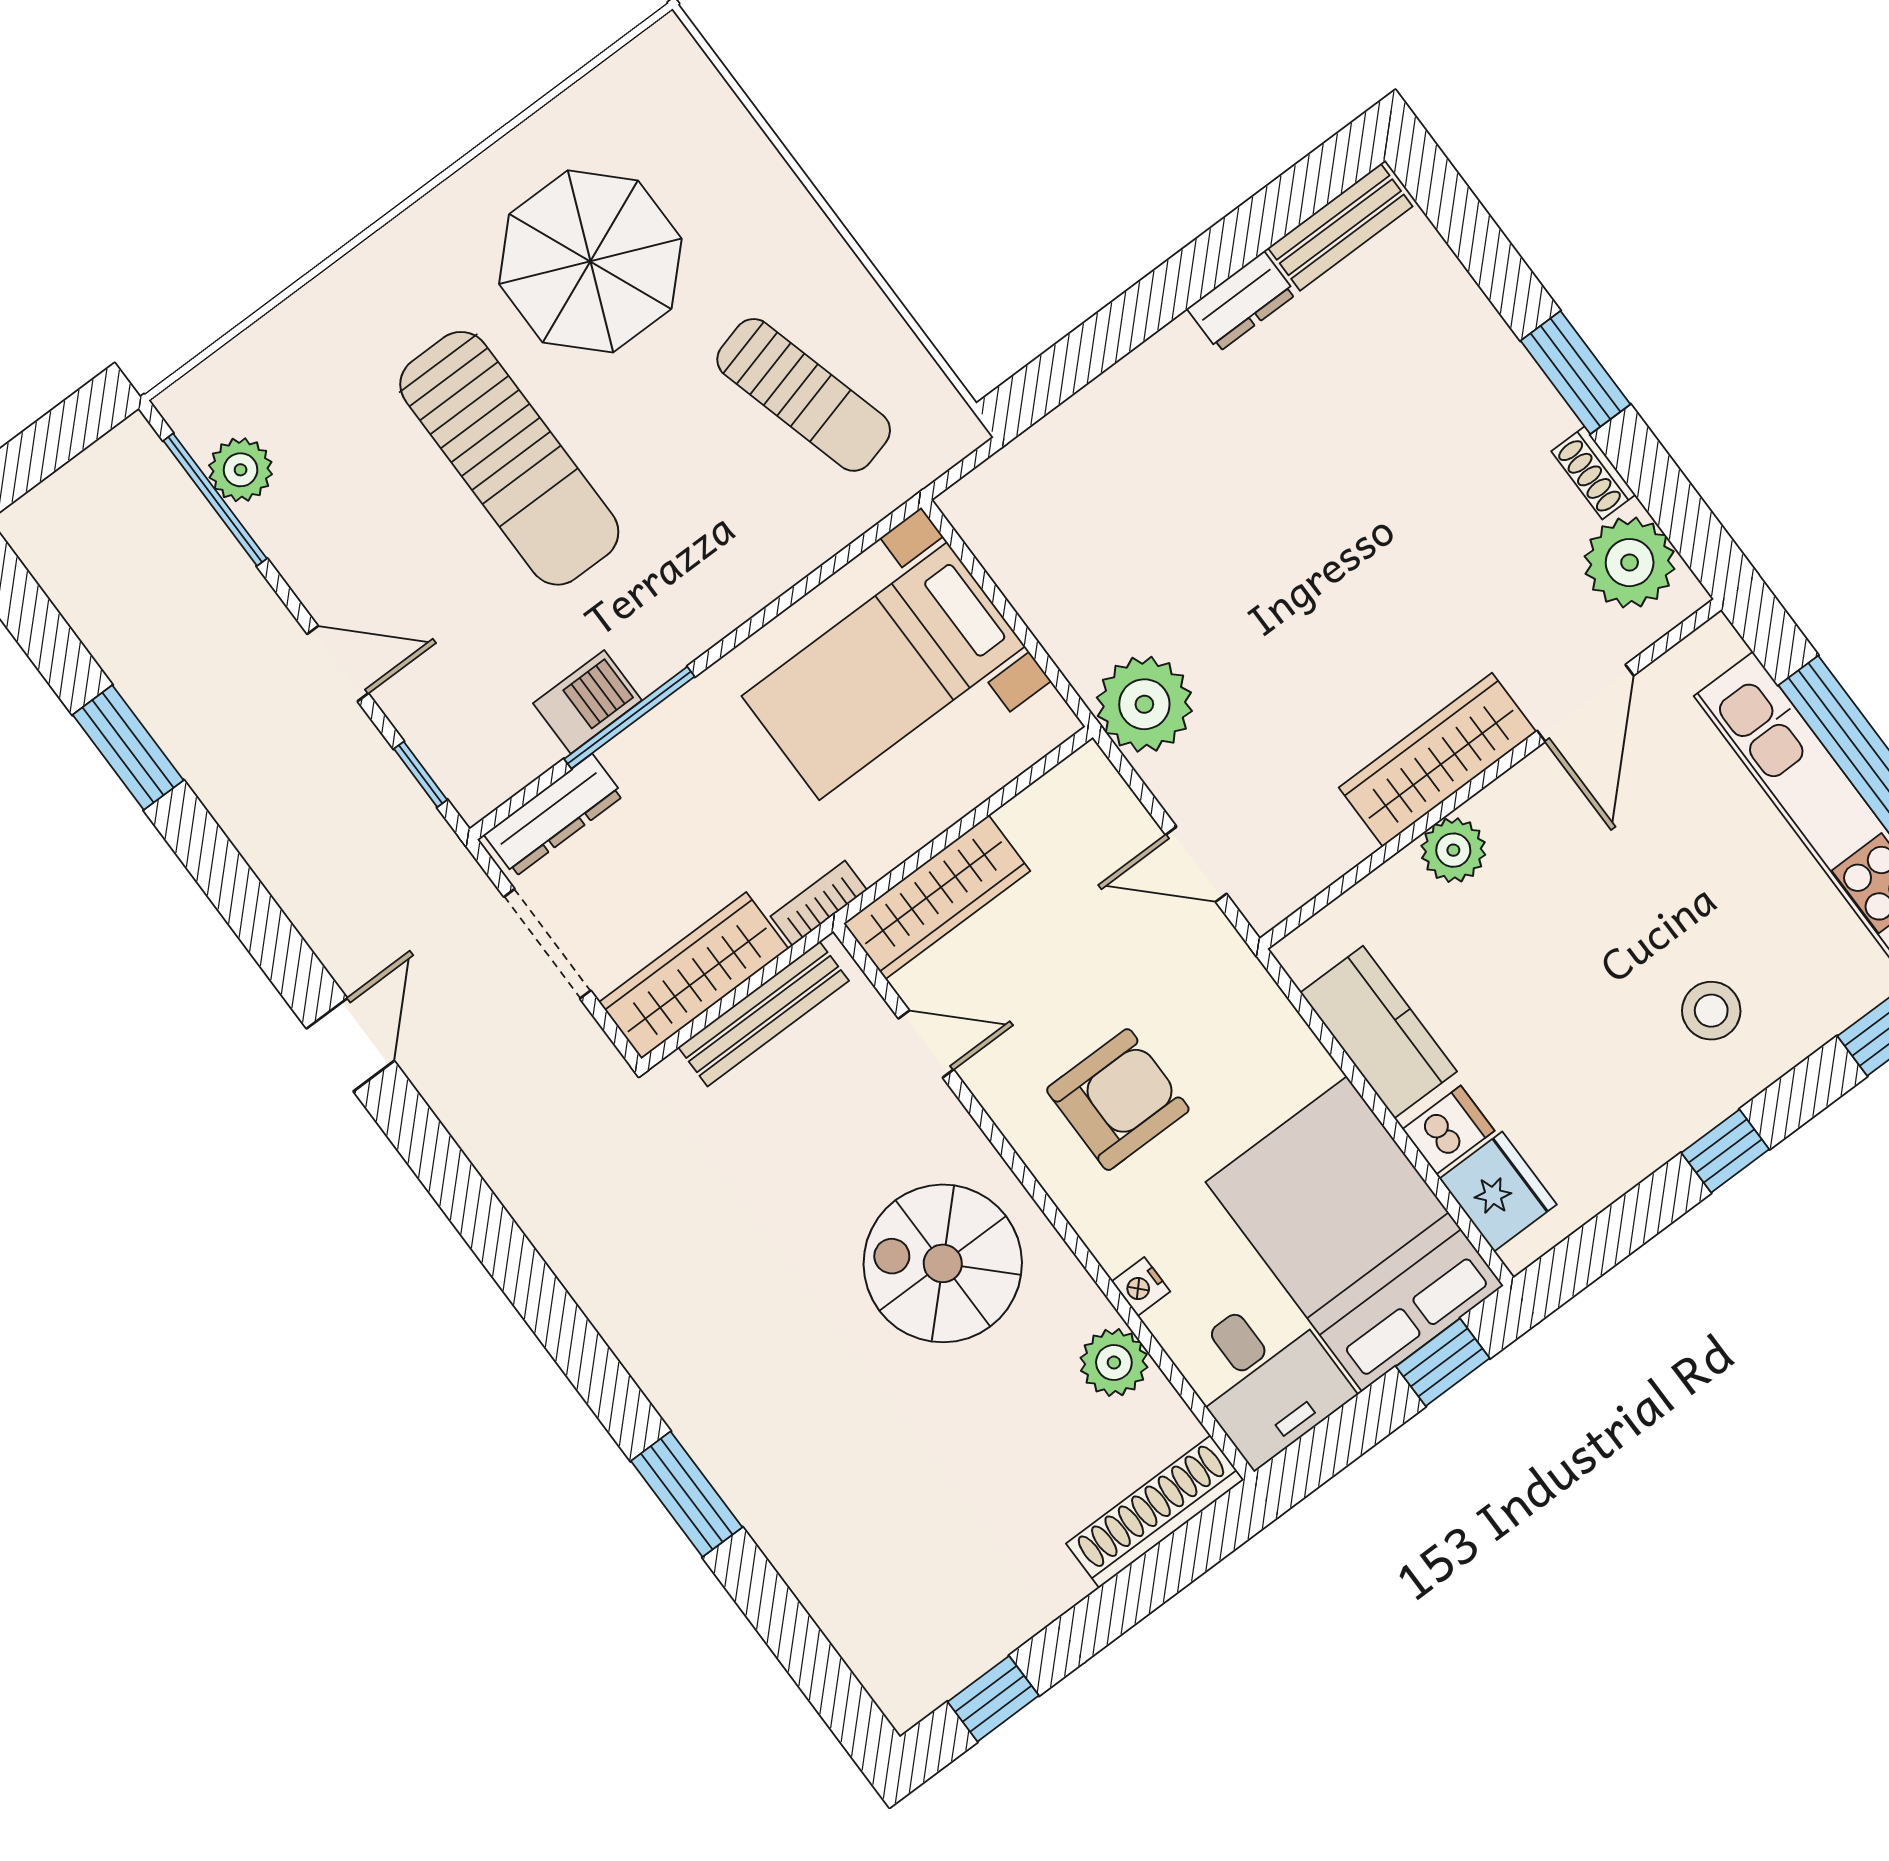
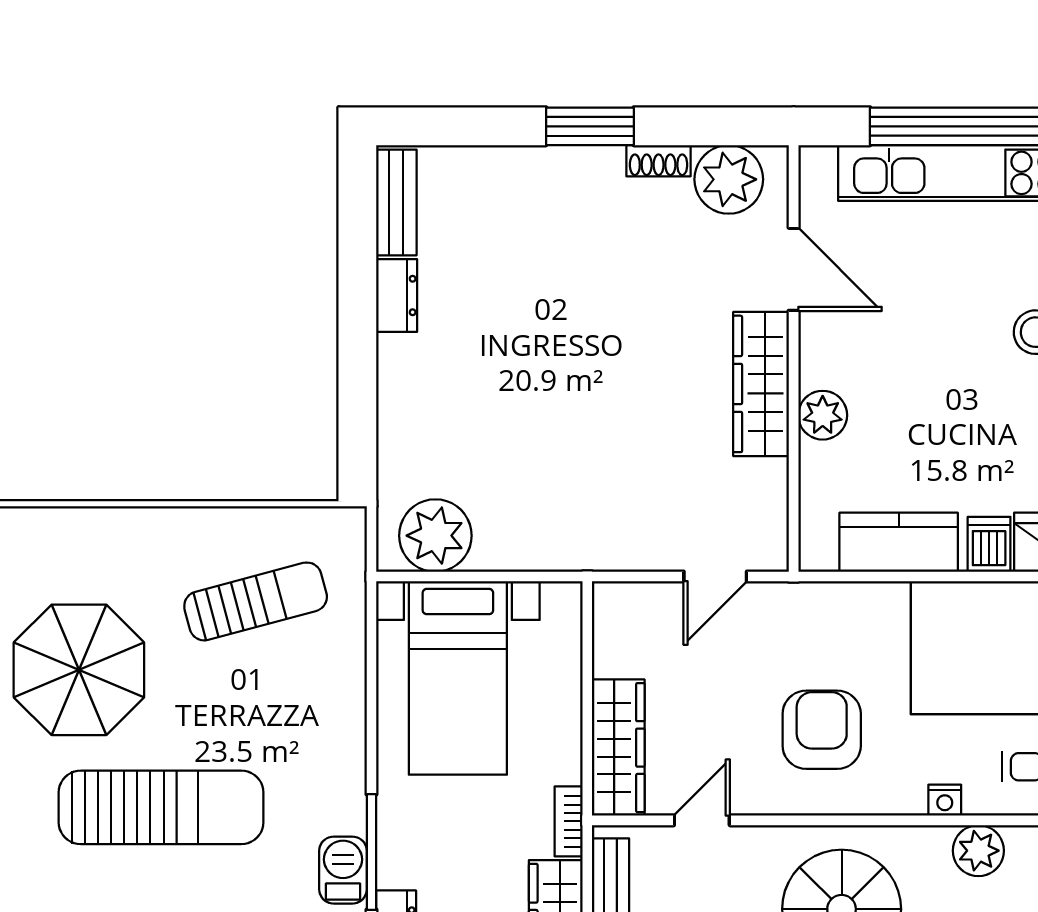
plant: (1144, 704) -> (435, 536), moved

